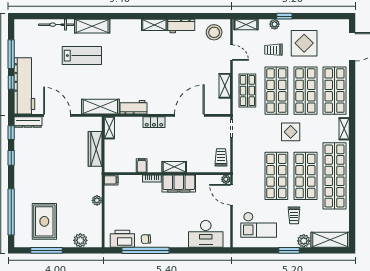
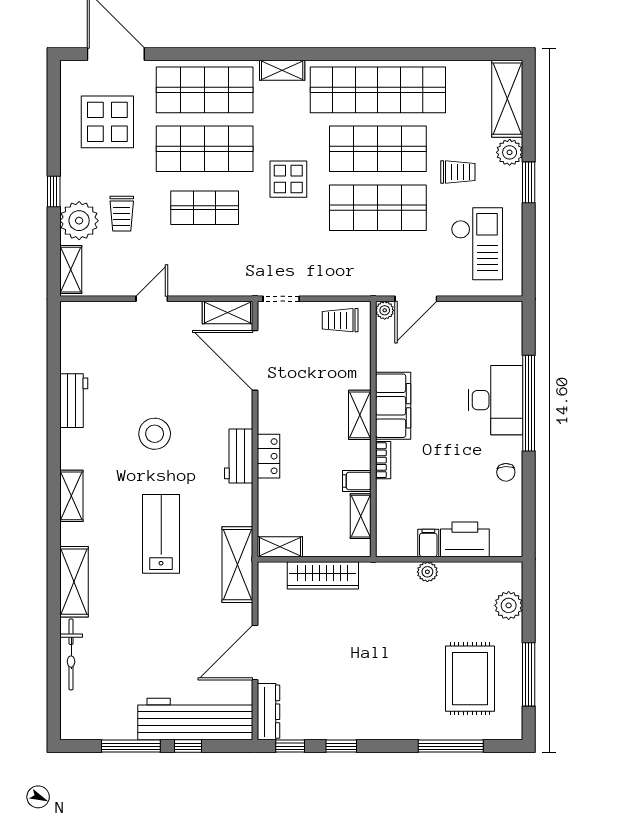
plant: (275, 24) -> (79, 221), width x1.88, depth x1.88
shelving: (154, 25) -> (71, 496), moved
stool: (214, 32) -> (155, 434), moved
display table: (304, 43) -> (107, 122), moved
door: (232, 53) -> (152, 299), moved
lab bench: (82, 56) -> (161, 534), moved
shelving: (225, 86) -> (227, 313), moved
shop shelf: (247, 91) -> (205, 267), removed
shop shelf: (276, 91) -> (205, 208), width x0.70, depth x0.74
workbench: (134, 107) -> (239, 456), moved
door: (189, 115) -> (255, 360), moved
shelving: (124, 167) -> (361, 516), added
filing cabinet: (111, 180) -> (428, 543), moved
window: (11, 212) -> (451, 746), width x0.68
rug: (44, 221) -> (470, 679), turned 90
desk: (206, 234) -> (495, 400), moved
printer: (122, 239) -> (465, 539), moved, turned 90
window: (145, 250) -> (529, 403), moved

